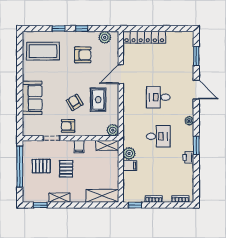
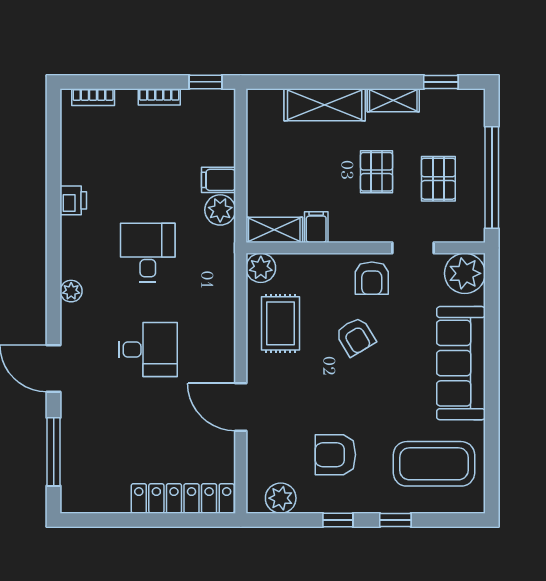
window: (196, 56) -> (54, 452), width x1.44
door: (121, 74) -> (241, 407), swing flipped
sofa: (32, 98) -> (461, 363), width x1.36
rug: (98, 100) -> (280, 323), moved
armchair: (68, 126) -> (372, 278), turned 90
plant: (31, 128) -> (465, 273), added
desk: (158, 136) -> (148, 252), turned 90
window: (196, 145) -> (54, 230), removed
filing cabinet: (79, 147) -> (316, 227), moved
pallet: (41, 166) -> (438, 179), turned 90
shelving: (102, 196) -> (325, 105), moved

